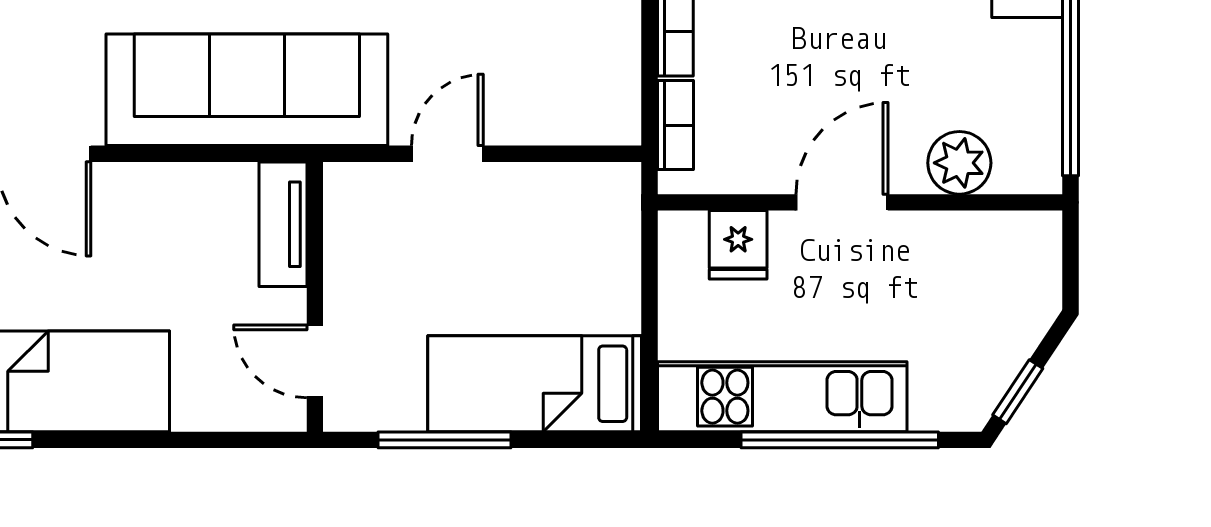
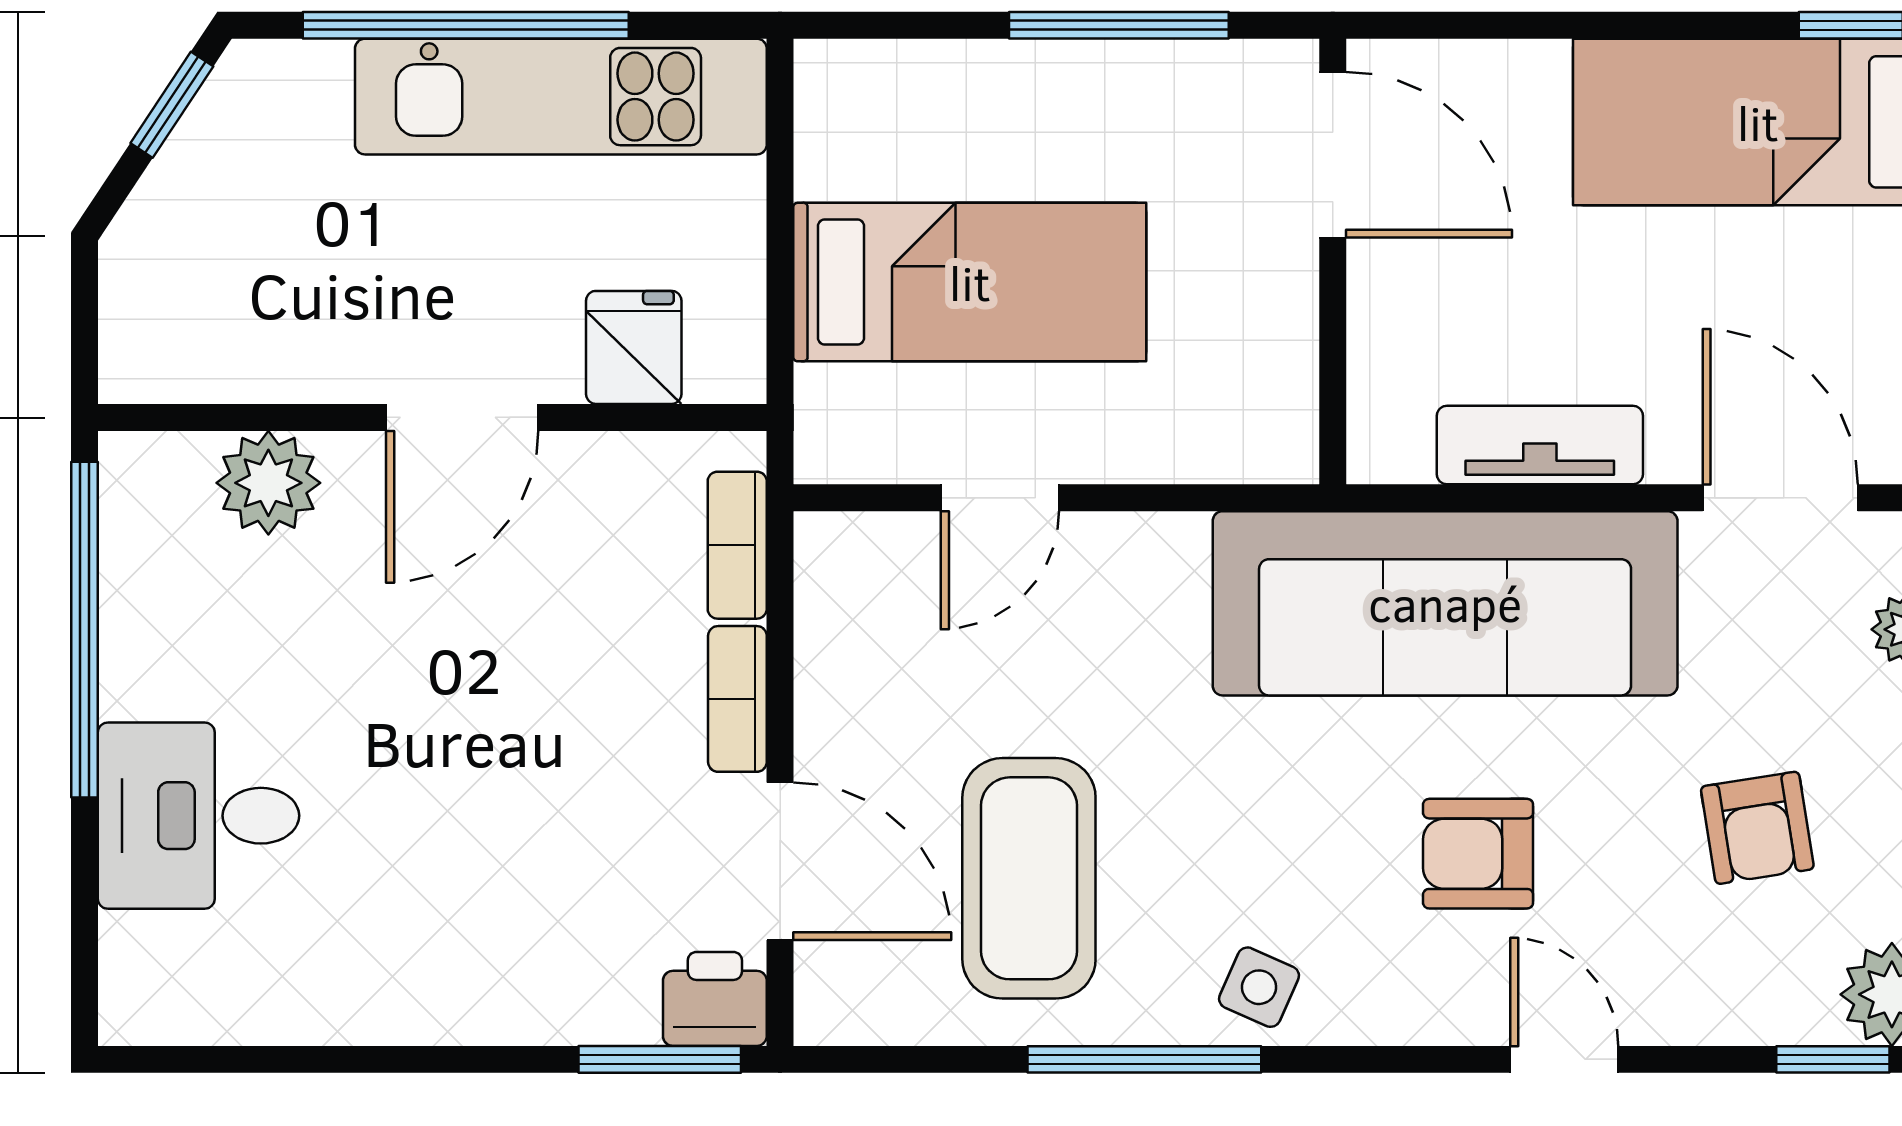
door: (447, 154) -> (1000, 498), moved
tv unit: (283, 224) -> (1540, 445), moved, turned -90
door: (315, 361) -> (1333, 155), width x1.38
bed: (535, 384) -> (970, 282), moved

